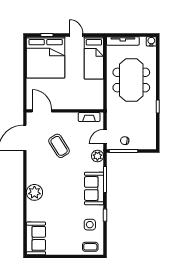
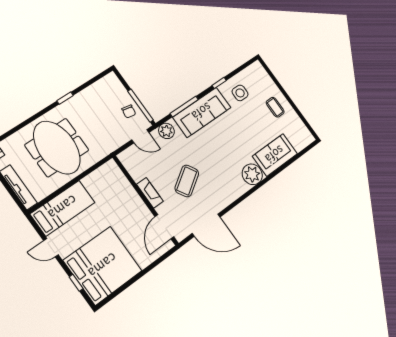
door: (76, 35) -> (51, 248), hinge flipped
meeting table: (131, 80) -> (57, 148), turned 90
fireplace: (89, 117) -> (150, 193), moved
sofa: (94, 188) -> (202, 112), width x1.36
sofa: (36, 238) -> (275, 155), moved
coffee table: (90, 247) -> (275, 107), moved

